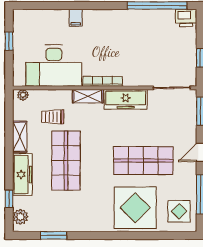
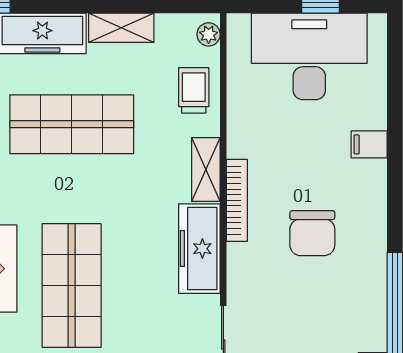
chair: (118, 45) -> (312, 233), added
desk: (54, 66) -> (309, 56), moved, turned 90
trolley: (53, 117) -> (194, 90), moved

